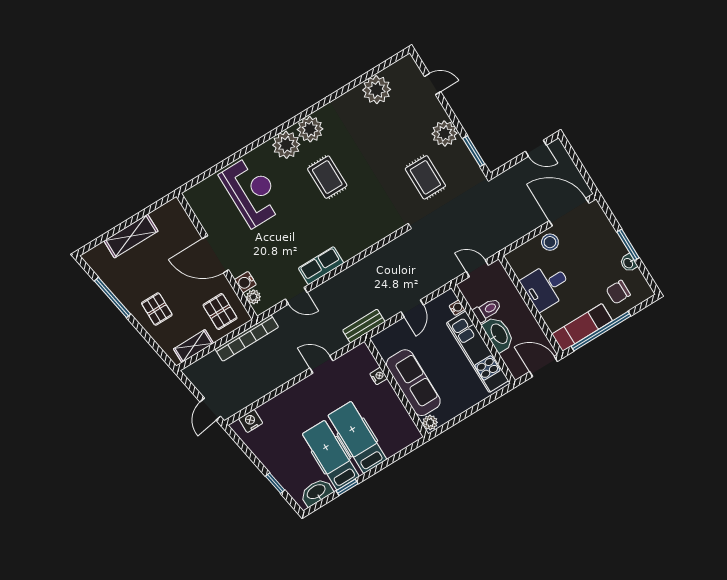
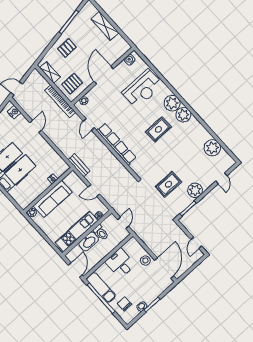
row of seats: (321, 266) -> (116, 144), width x2.02
water cooler: (245, 282) -> (130, 60), moved
door: (321, 364) -> (36, 126), moved

